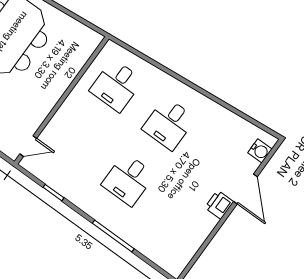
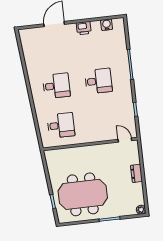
water cooler: (260, 151) -> (107, 25), moved
printer: (219, 205) -> (84, 28), moved

